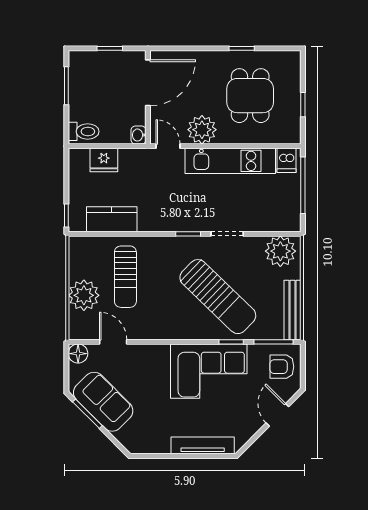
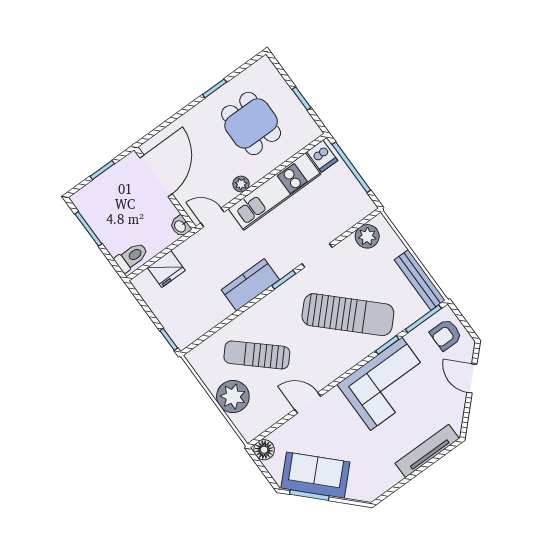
plant: (202, 130) -> (241, 184), width x0.53, depth x0.53
kitchen counter: (112, 219) -> (250, 285), moved
plant: (280, 251) -> (367, 236), width x0.73, depth x0.73
sun lounger: (125, 277) -> (257, 355), turned 132
door: (113, 342) -> (308, 403), moved

